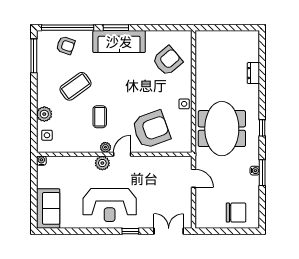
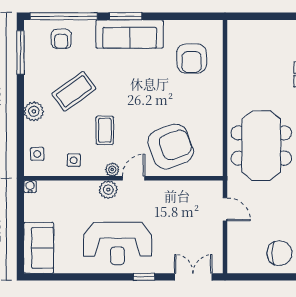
armchair: (66, 45) -> (61, 39), turned 71
armchair: (167, 61) -> (192, 59), turned 130
side table: (184, 104) -> (74, 160), moved
plant: (44, 114) -> (34, 111), moved

